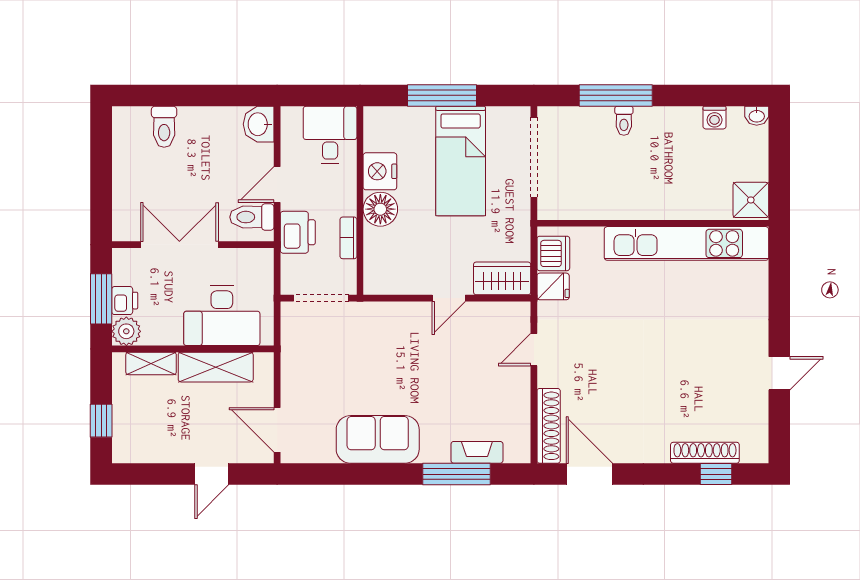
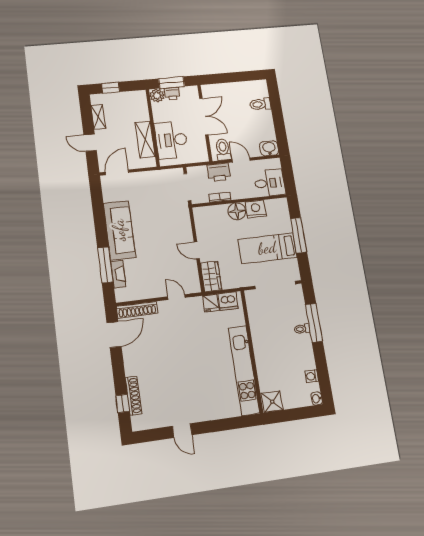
shelving: (151, 363) -> (98, 117), moved
sofa: (378, 439) -> (119, 230), width x1.36

